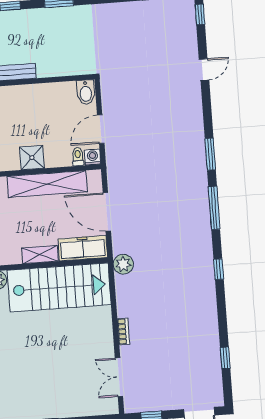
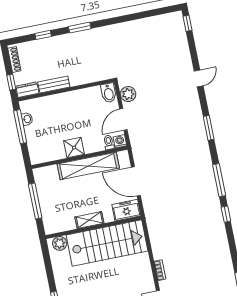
door: (204, 70) -> (199, 78), moved
window: (214, 208) -> (219, 180), moved
freezer: (83, 248) -> (126, 210), width x0.71
plant: (123, 264) -> (128, 94), moved

